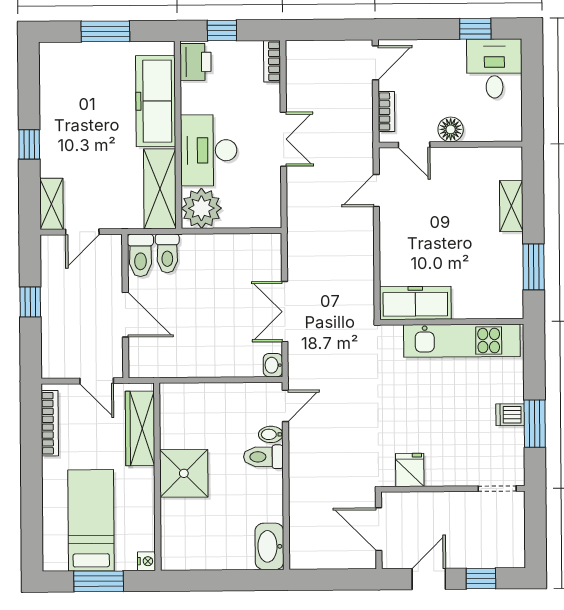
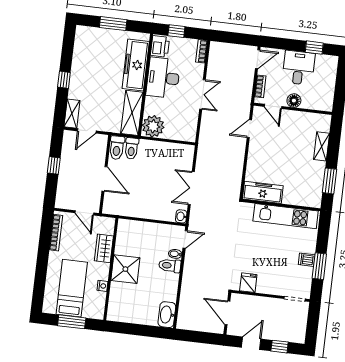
desk: (494, 69) -> (299, 68), moved
desk: (209, 150) -> (163, 78), moved
wardrobe: (140, 428) -> (104, 248), width x0.67
nightstand: (146, 561) -> (102, 286), moved

